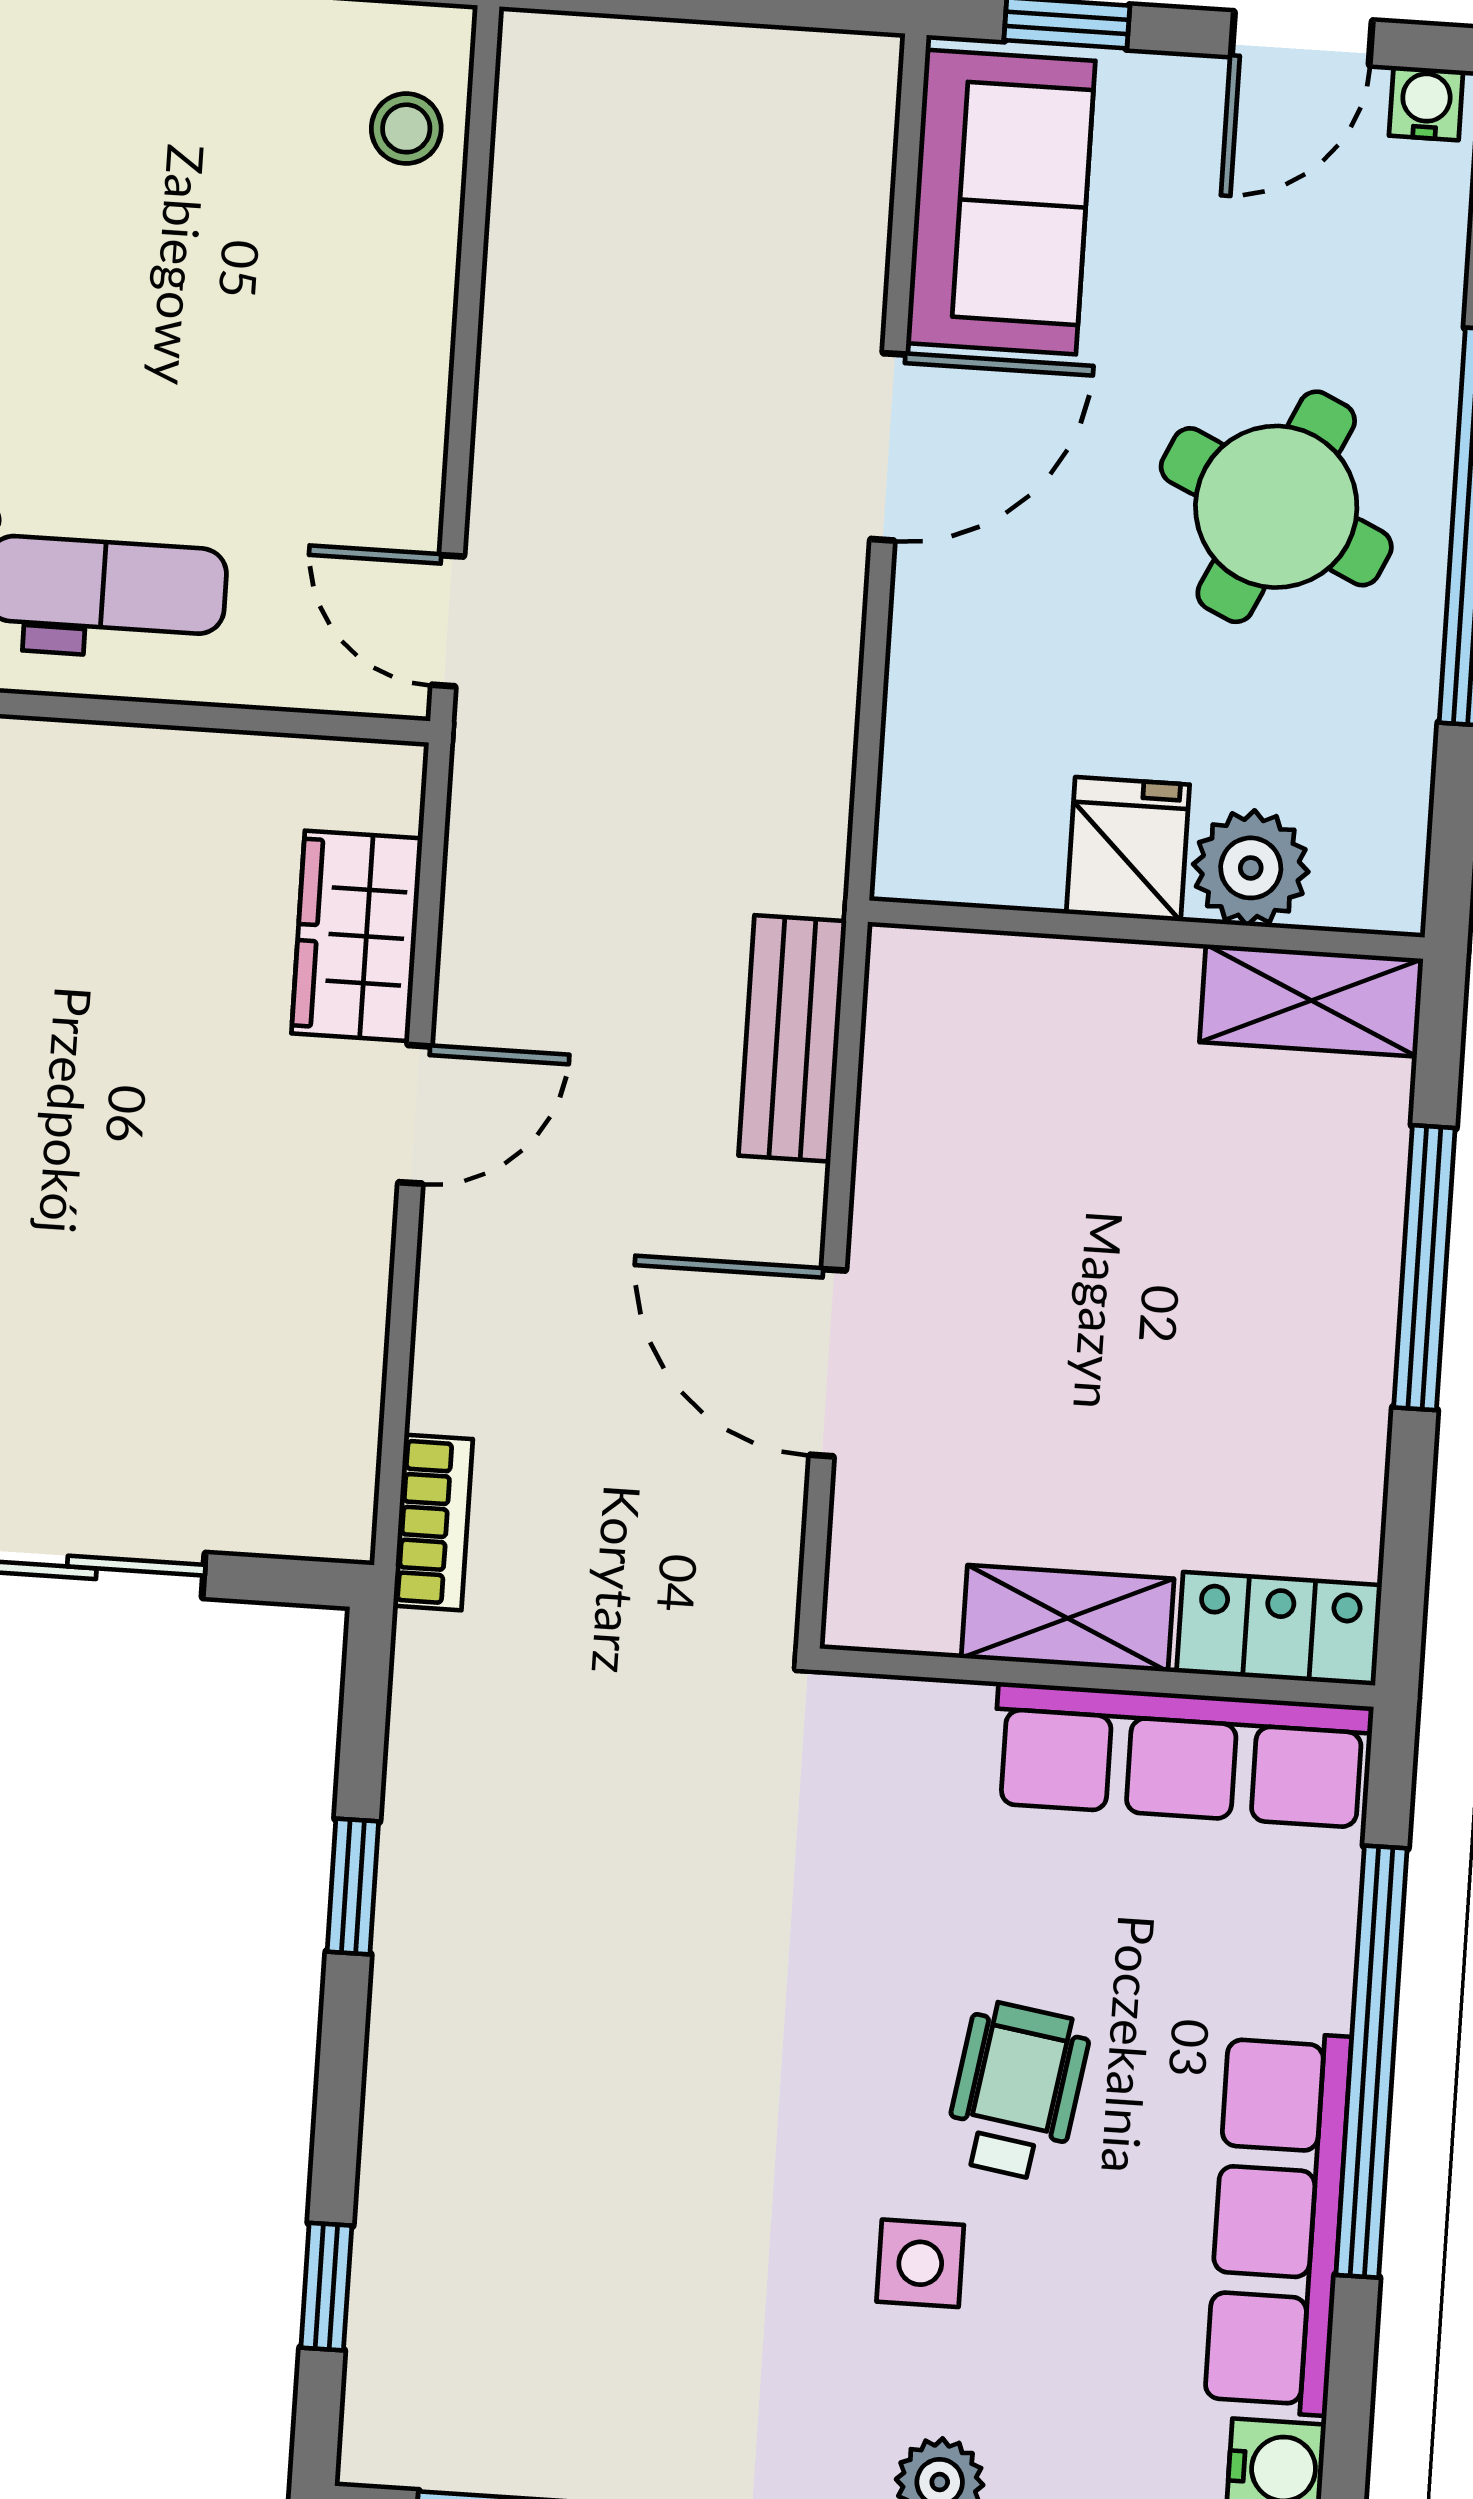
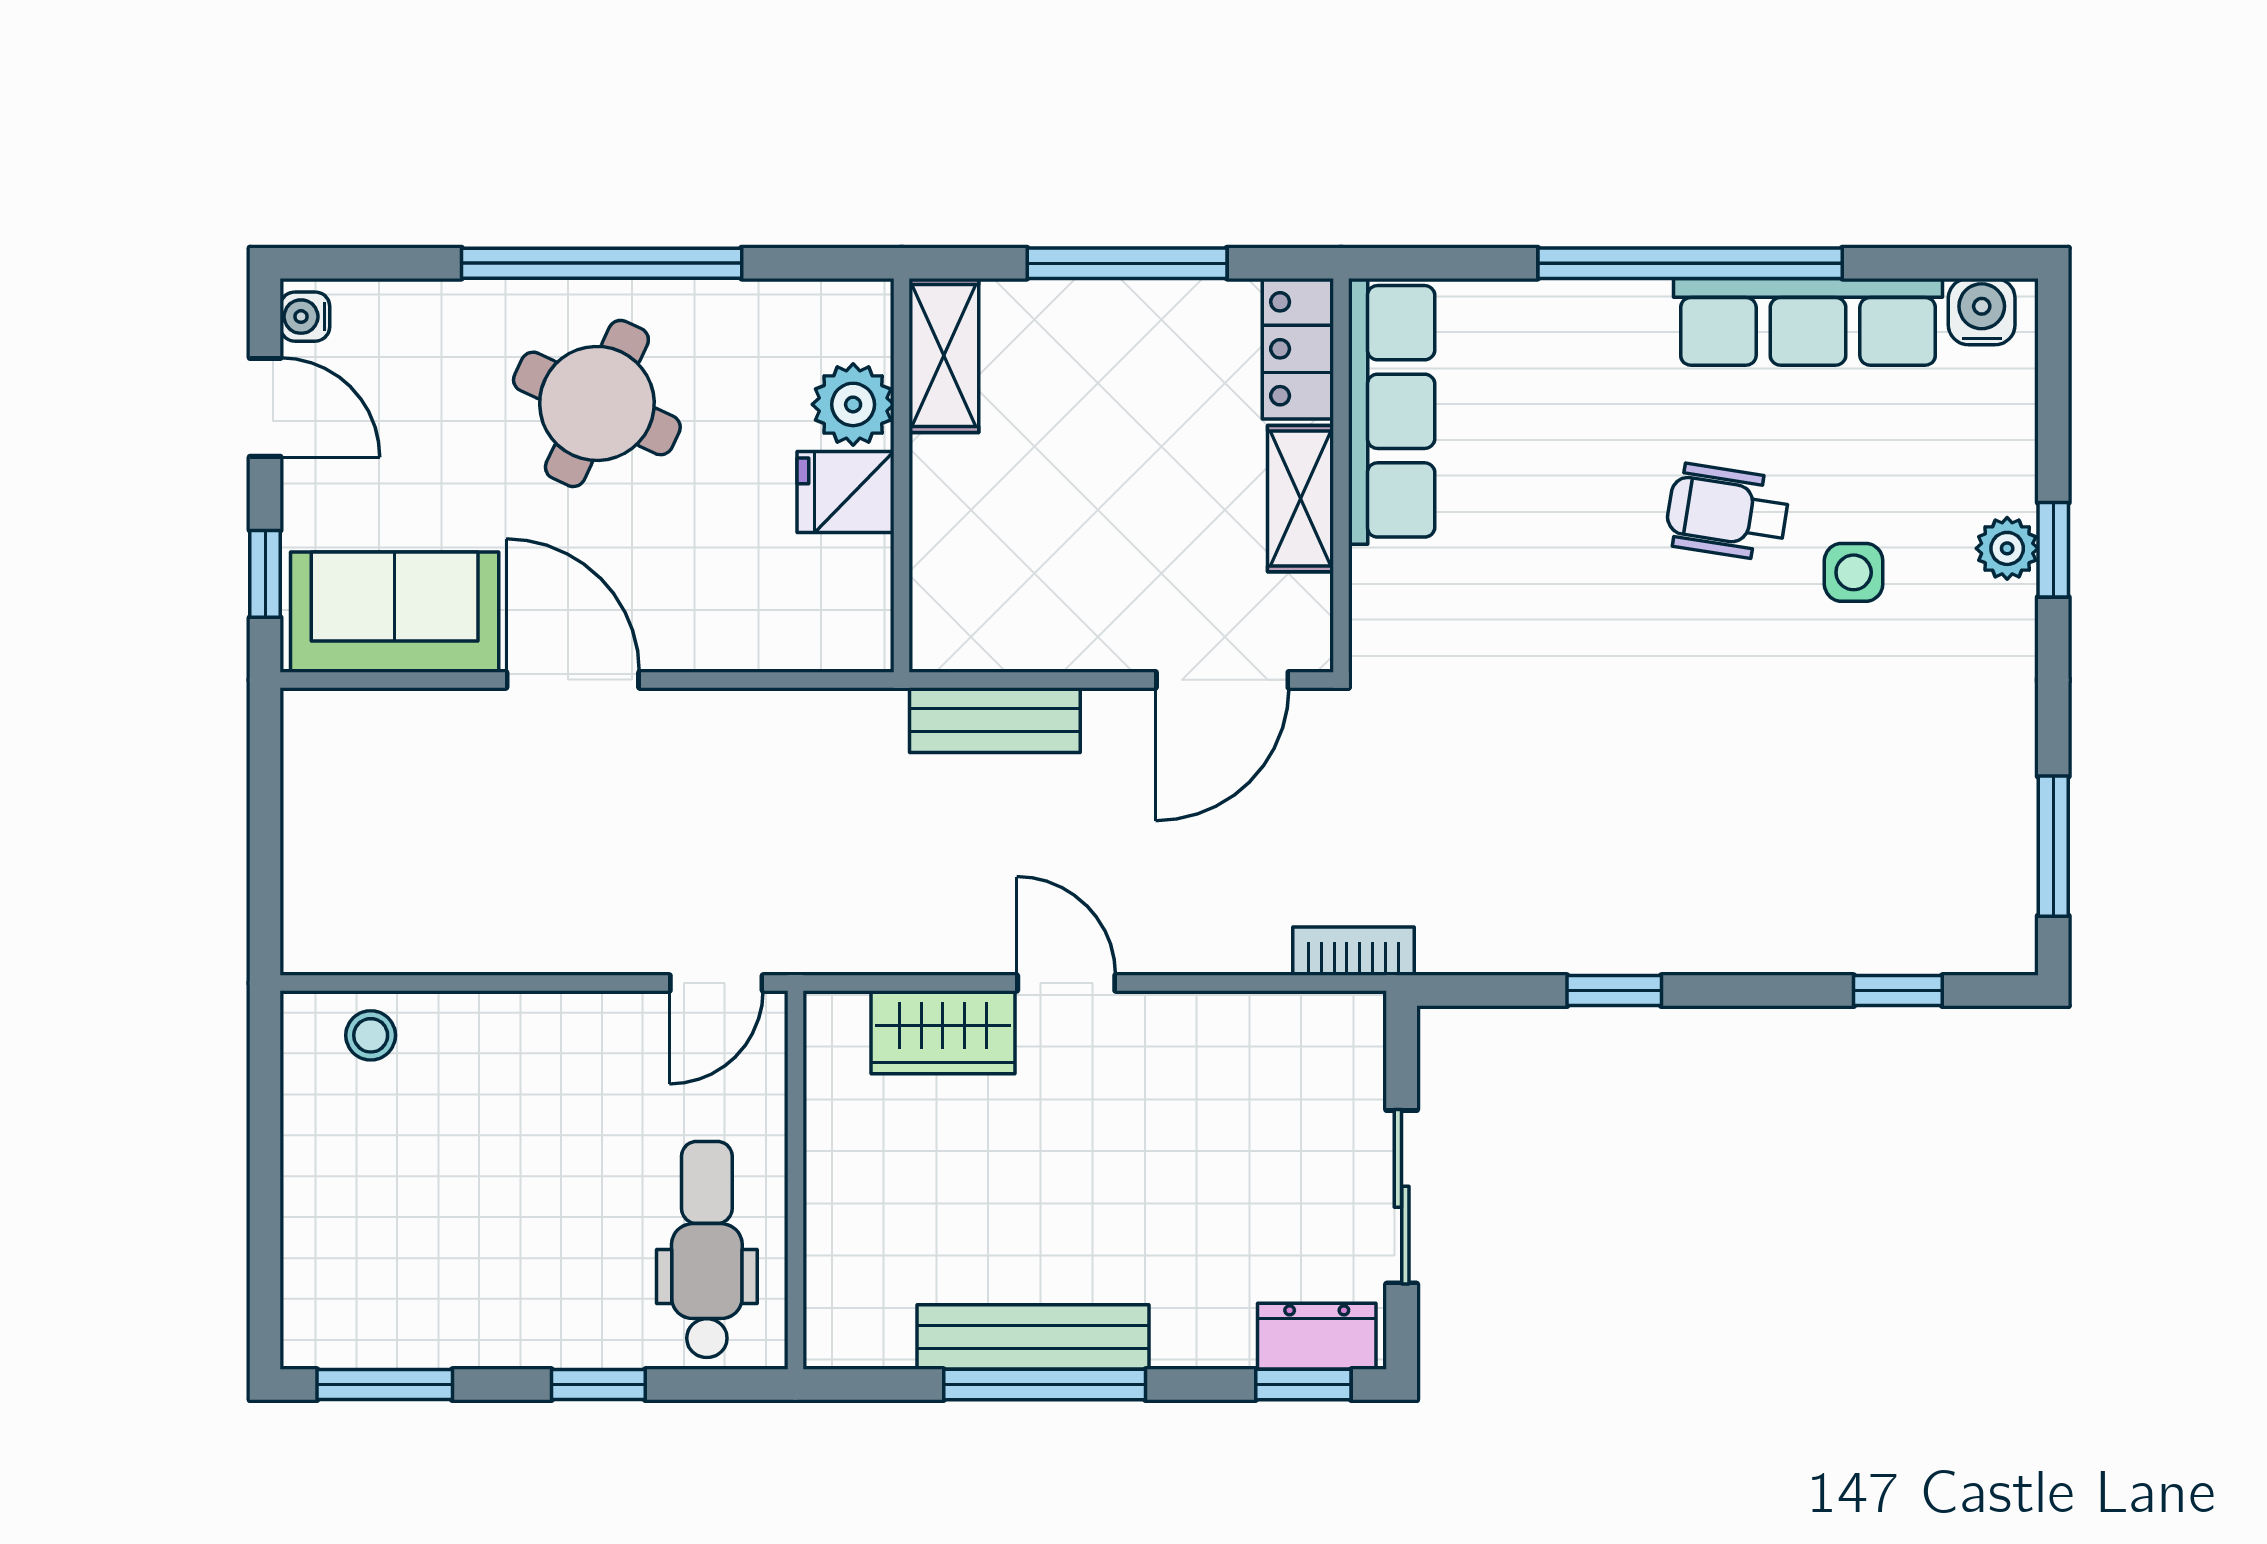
shelving: (1068, 1618) -> (1300, 499), moved
locker: (1279, 1629) -> (1298, 349), moved
wall: (1097, 1678) -> (1341, 475), moved
row of seats: (1182, 1755) -> (1392, 411), moved

